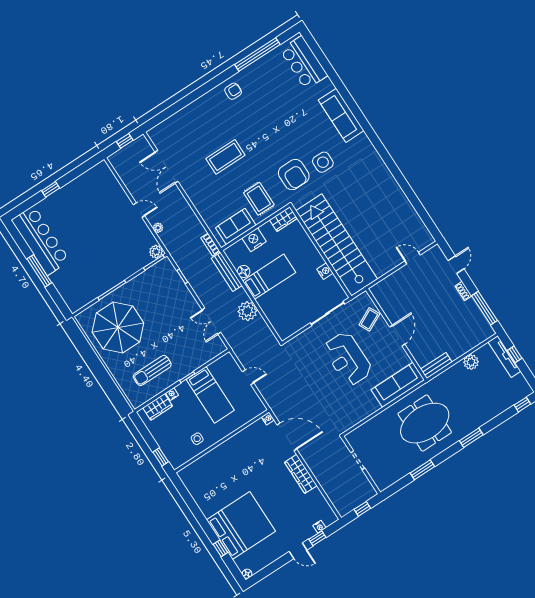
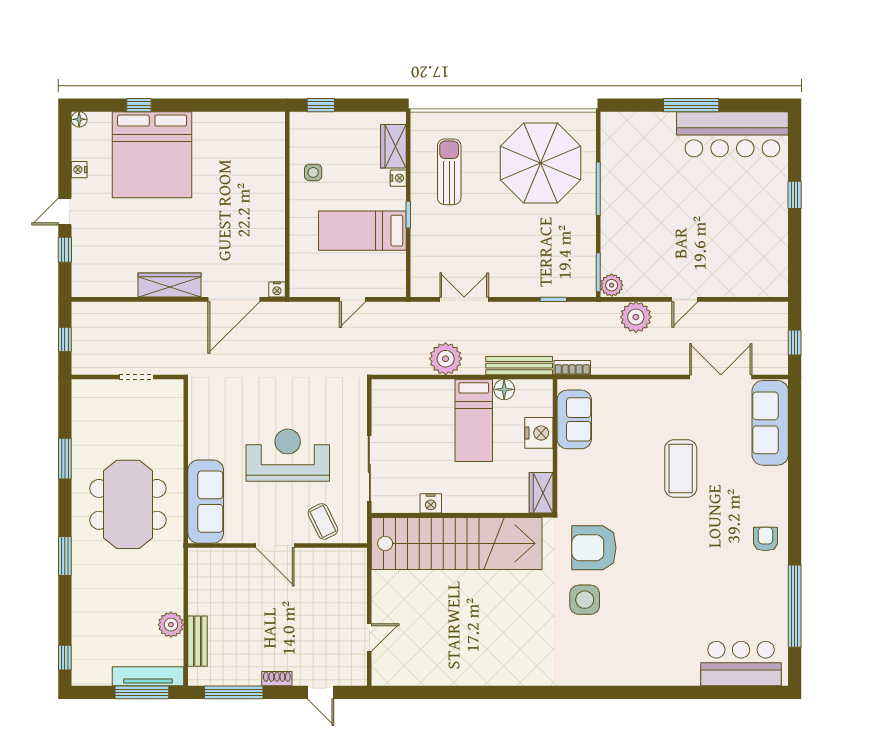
armchair: (233, 91) -> (765, 539), turned 180
sofa: (341, 115) -> (770, 423), moved, turned -90
rug: (259, 199) -> (592, 477), removed
plant: (158, 228) -> (636, 317), width x1.88, depth x1.88
window: (515, 354) -> (142, 692), width x2.17
bench: (436, 366) -> (198, 641), moved
nightstand: (319, 527) -> (79, 170), moved

